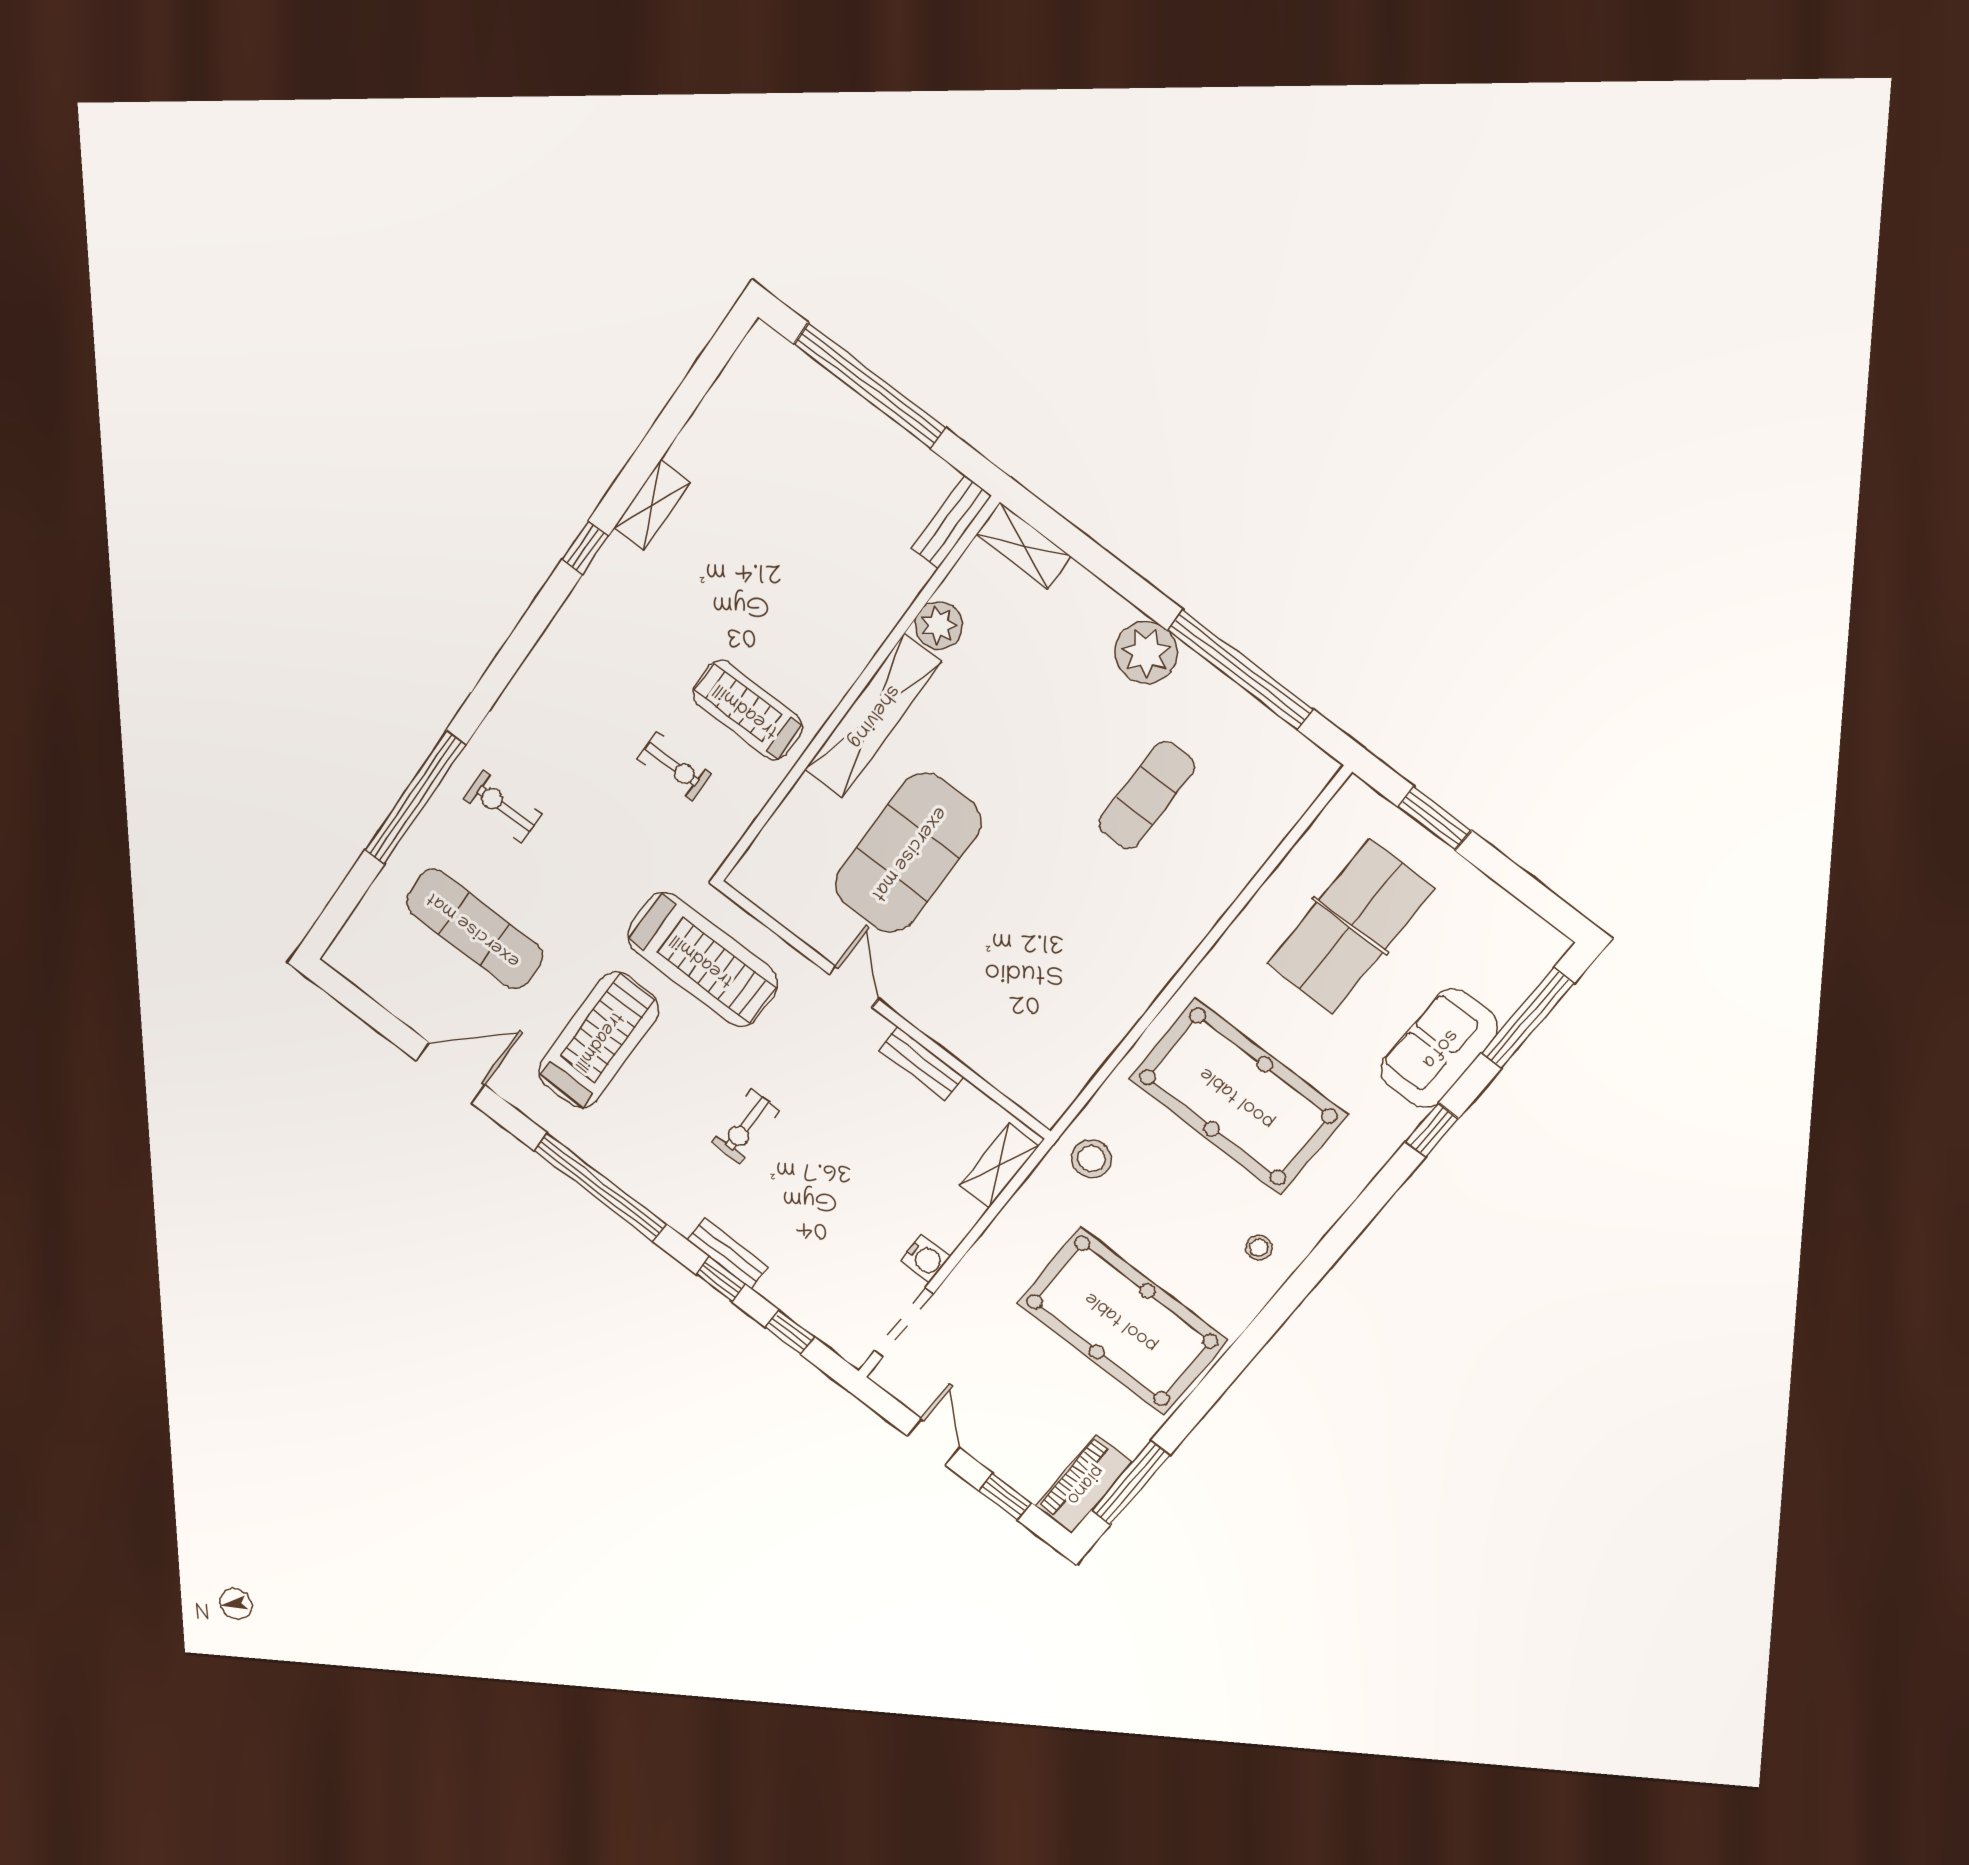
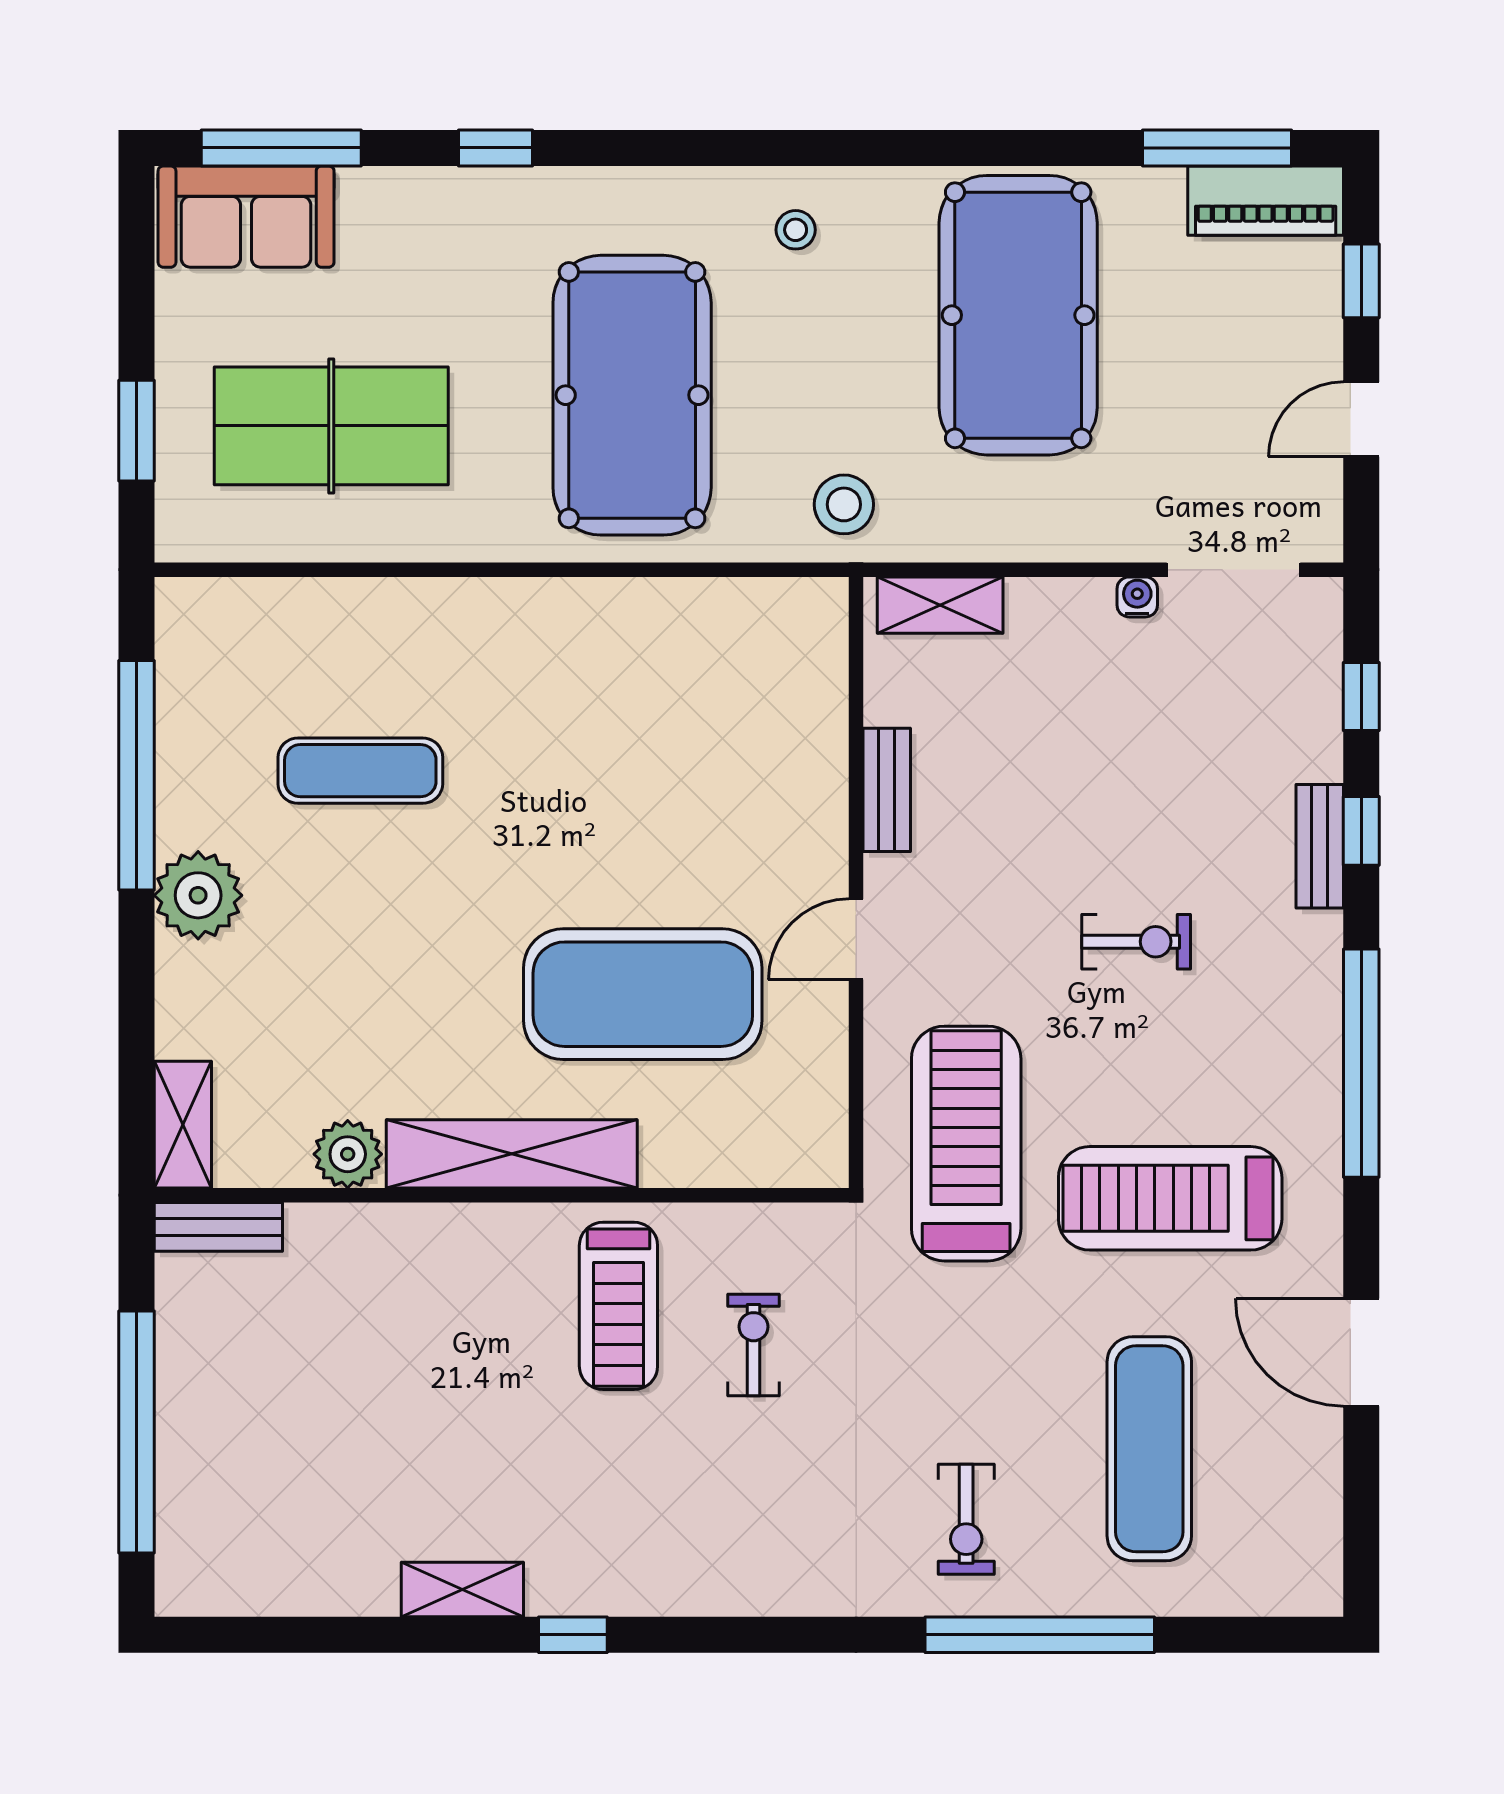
sofa: (1439, 1048) -> (246, 217), moved
water cooler: (925, 1259) -> (1137, 597), width x0.72, depth x0.72

